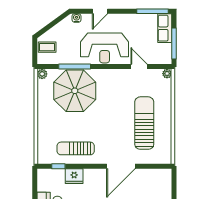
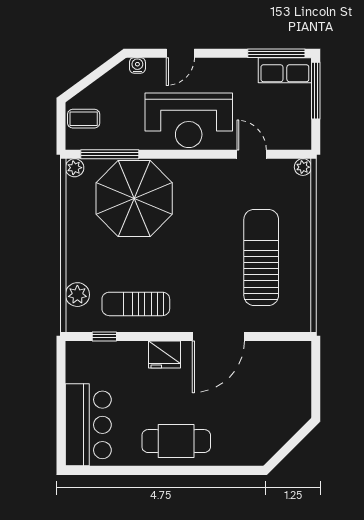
row of seats: (165, 28) -> (285, 70), moved, turned -90
window: (174, 44) -> (316, 91), moved
window: (75, 67) -> (110, 154), moved
plant: (44, 143) -> (77, 295), added
fridge: (74, 176) -> (164, 355), moved

